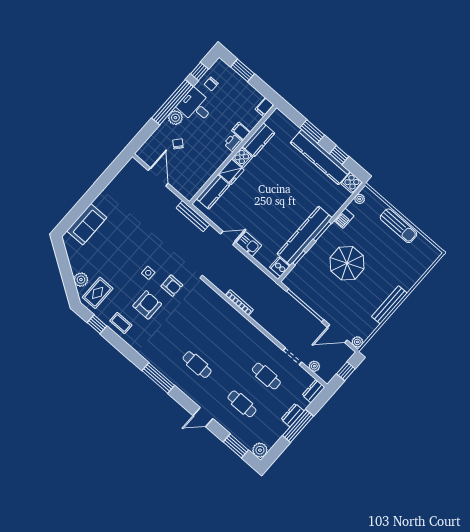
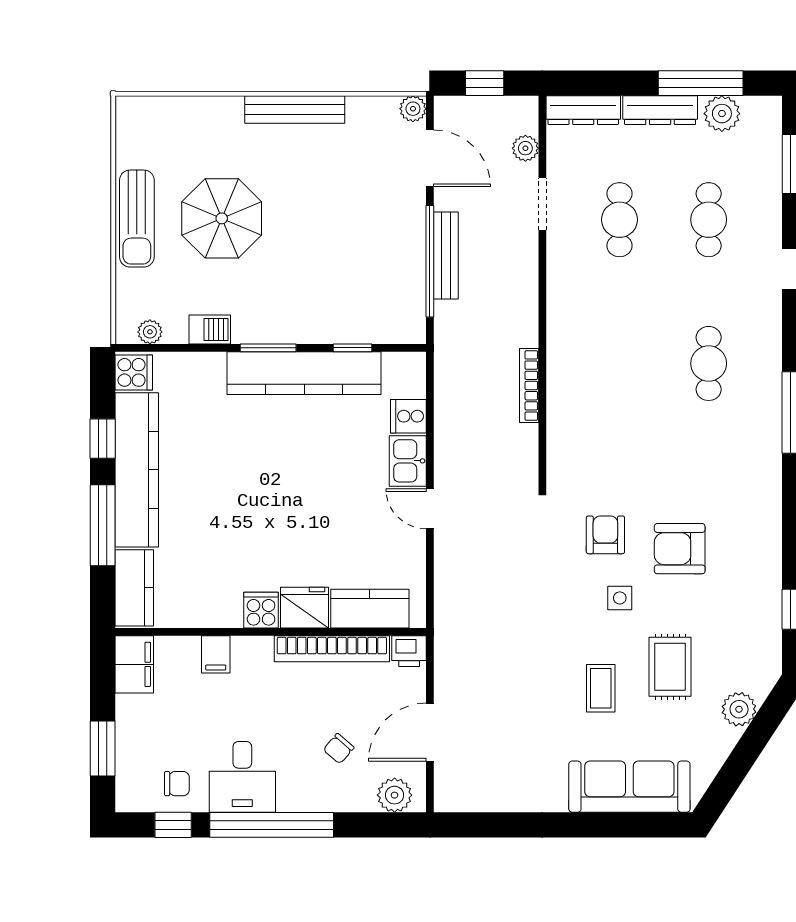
filing cabinet: (265, 107) -> (134, 664), width x2.00
plant: (175, 118) -> (395, 795), moved
window: (312, 131) -> (103, 525), width x1.44
kitchen counter: (258, 140) -> (134, 588), moved, turned 90
printer: (233, 143) -> (409, 651), moved
bookcase: (211, 169) -> (332, 649), added
bench: (193, 216) -> (446, 256), moved
sofa: (87, 224) -> (629, 787), width x1.36
sun lounger: (398, 226) -> (137, 219), turned 180
parasol: (347, 263) -> (222, 218), moved
cooker: (280, 267) -> (408, 416), moved, turned 90
rug: (98, 293) -> (670, 667), moved, turned 90
coffee table: (121, 323) -> (601, 688), moved
dresser: (314, 391) -> (583, 110), width x1.44
dresser: (293, 415) -> (660, 110), width x1.44
window: (298, 426) -> (701, 83), moved
plant: (260, 450) -> (722, 114), moved

